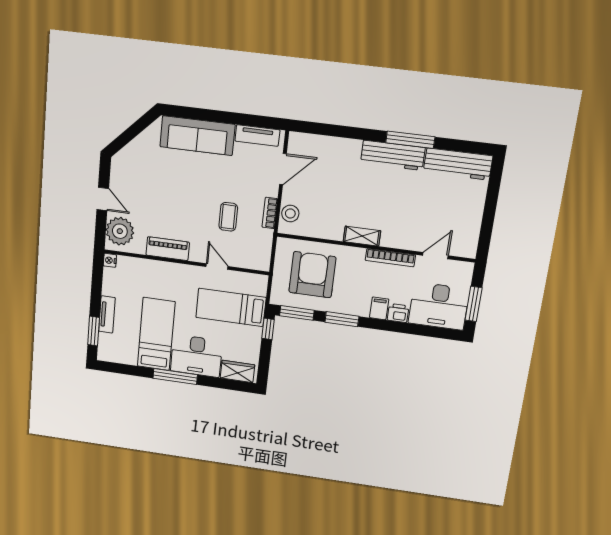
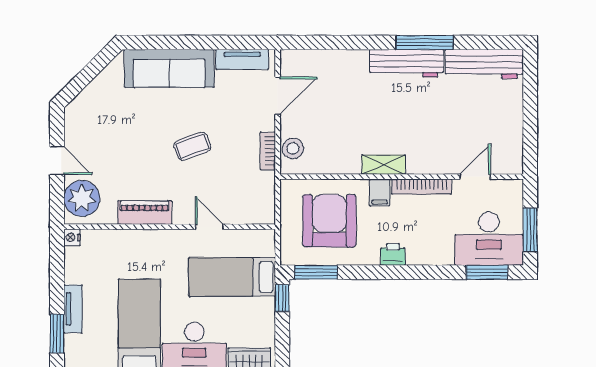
coffee table: (228, 217) -> (192, 146), moved, turned 70
filing cabinet: (379, 308) -> (380, 193), moved, turned 180
printer: (398, 313) -> (393, 254), moved
window: (342, 319) -> (487, 272), moved

